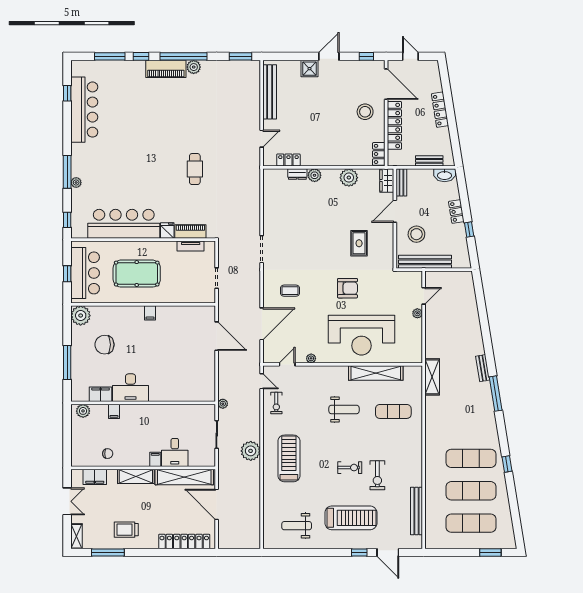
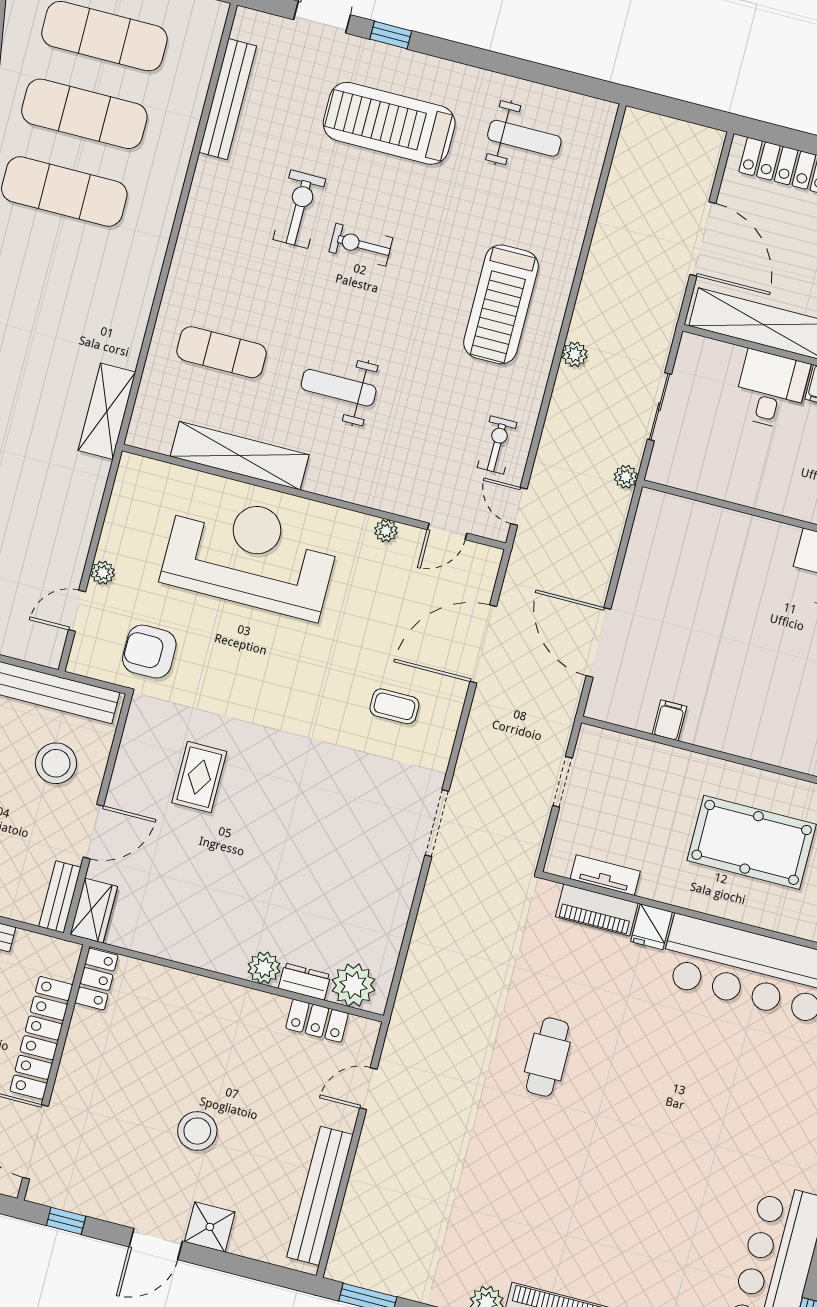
stool: (365, 112) -> (197, 1131), moved
plant: (349, 178) -> (353, 985), moved
armchair: (348, 288) -> (149, 652), moved
filing cabinet: (150, 313) -> (669, 720), moved
plant: (251, 451) -> (575, 354), width x0.53, depth x0.53

